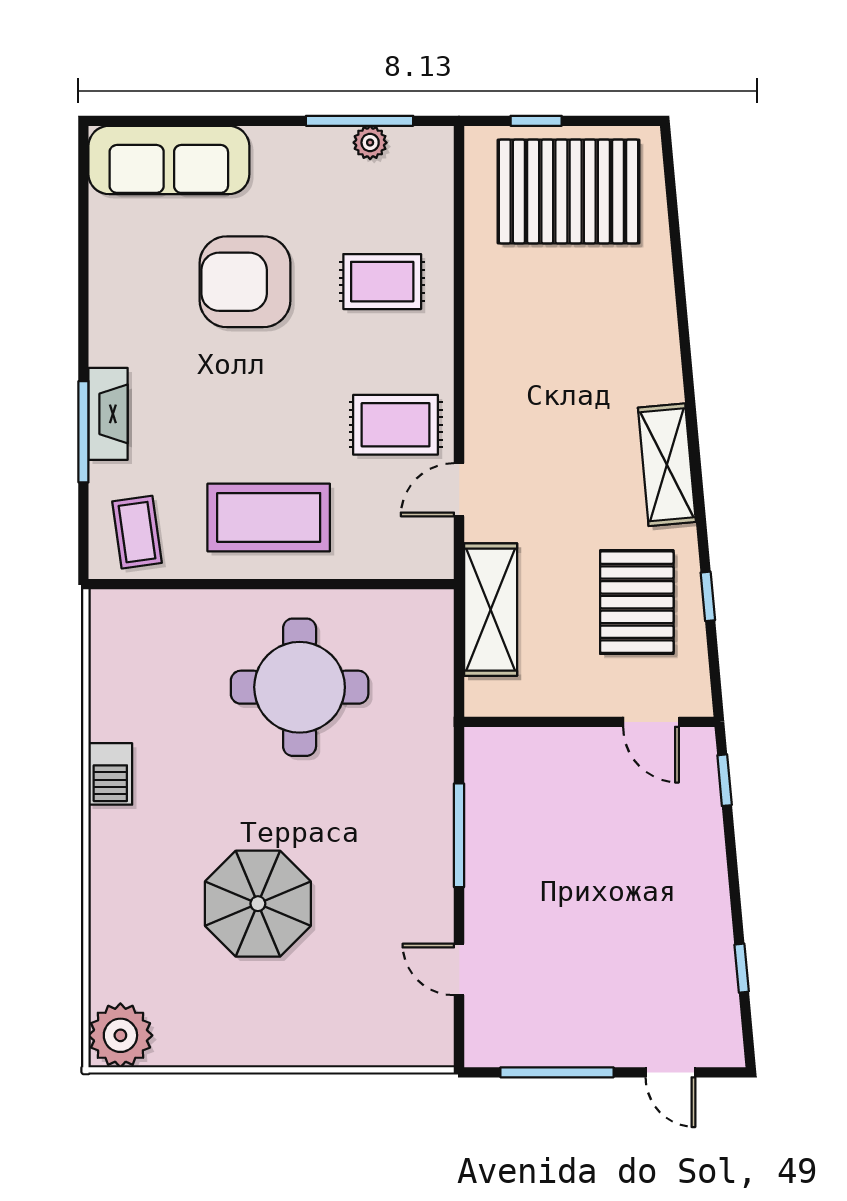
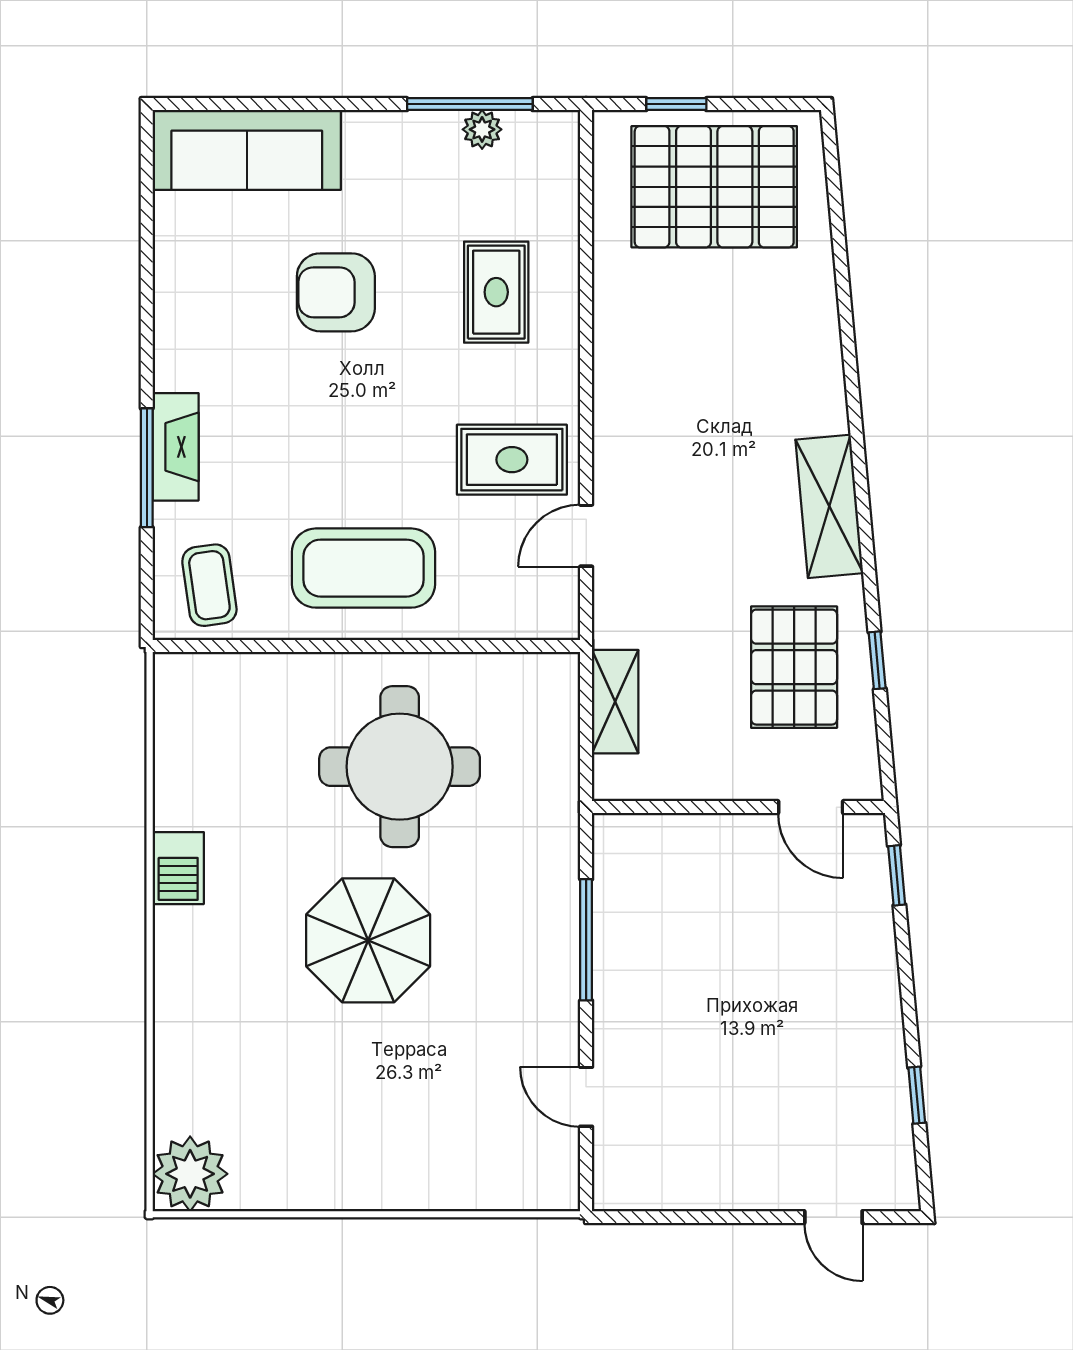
armchair: (245, 282) -> (336, 292), width x0.73, depth x0.73
rug: (382, 282) -> (496, 292), turned 90
shelving: (491, 610) -> (615, 702), width x0.67, depth x0.75
parasol: (258, 904) -> (368, 940), moved
window: (557, 1072) -> (701, 1217), removed

